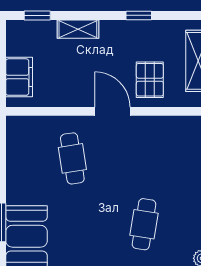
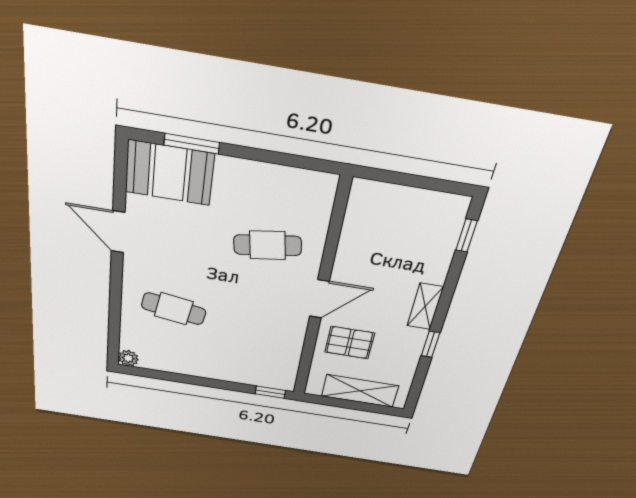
shelving: (78, 29) -> (425, 306), moved
filing cabinet: (19, 77) -> (390, 200), removed

